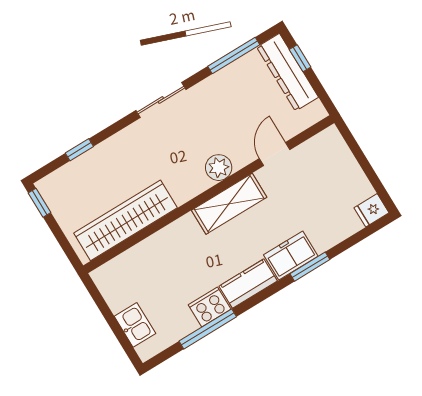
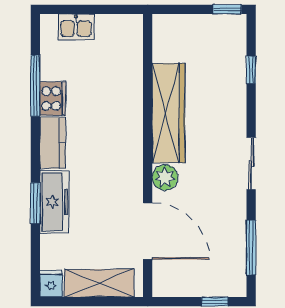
dresser: (287, 72) -> (210, 284), removed
door: (275, 154) -> (148, 231), width x1.87
shelving: (229, 204) -> (99, 283), moved, turned 90
wardrobe: (125, 220) -> (168, 113), moved
freezer: (291, 255) -> (54, 202), width x1.40

